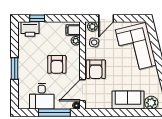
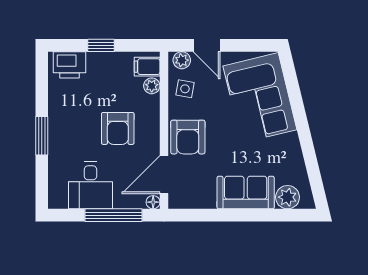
window: (37, 18) -> (101, 45), moved
door: (106, 18) -> (207, 45), hinge flipped

